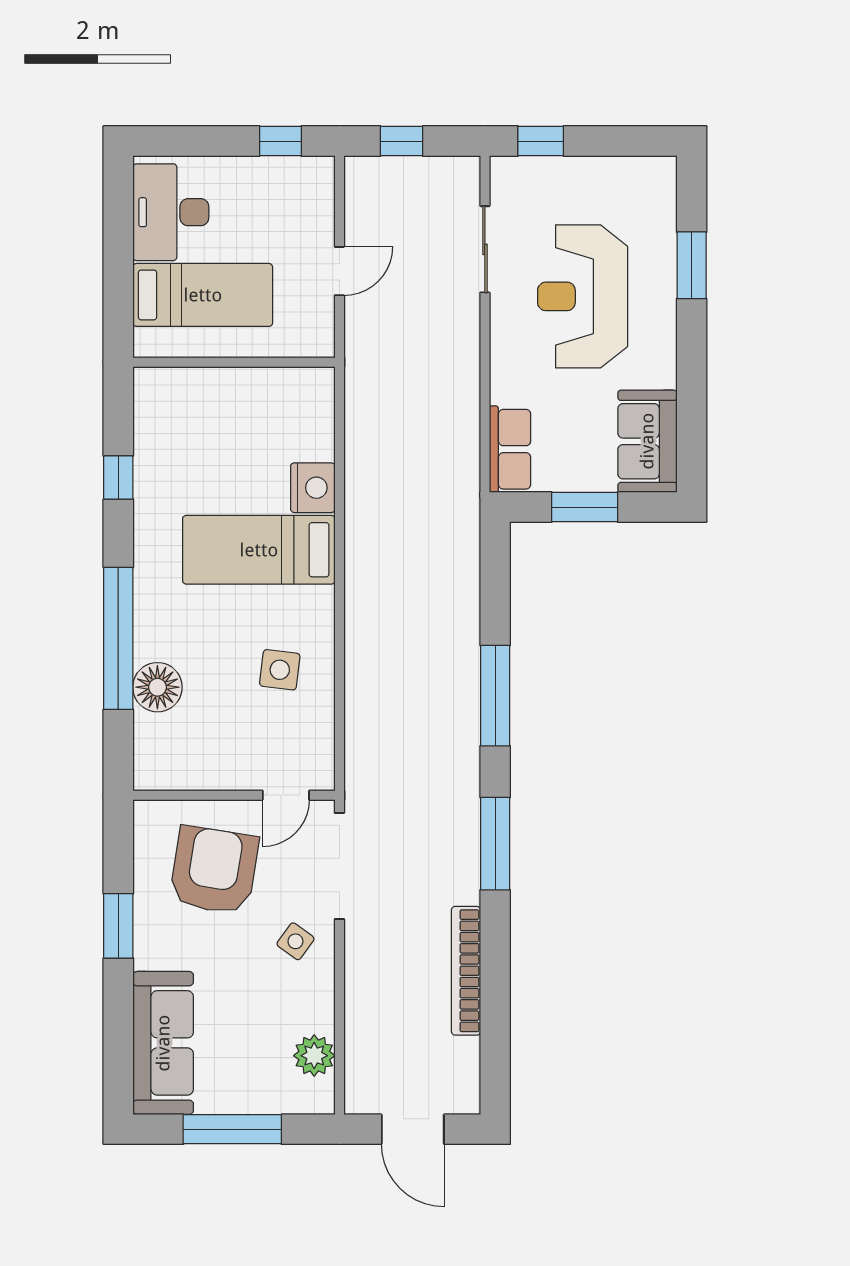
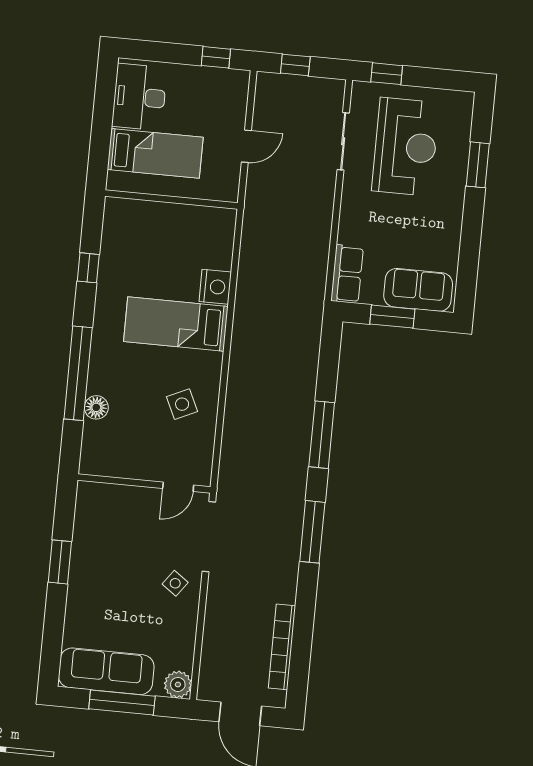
reception desk: (583, 296) -> (405, 147), moved, turned 180
sofa: (647, 441) -> (418, 290), moved, turned 90
side table: (280, 670) -> (182, 404), turned -32
floor lamp: (157, 687) -> (96, 407), width x0.73, depth x0.73
armchair: (214, 870) -> (126, 532), removed
bookcase: (466, 971) -> (282, 647), moved
sofa: (163, 1043) -> (106, 671), moved, turned -90
plant: (314, 1056) -> (178, 684), moved

